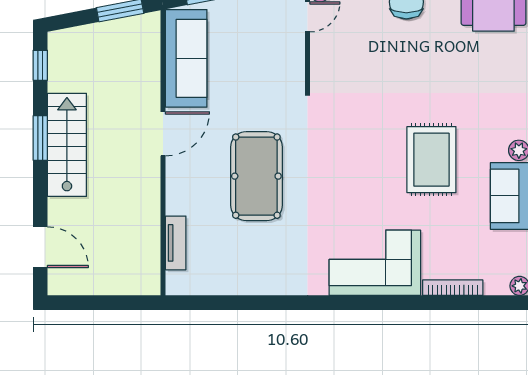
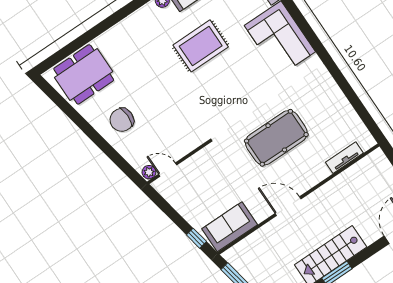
sofa: (186, 58) -> (230, 227), width x0.73

